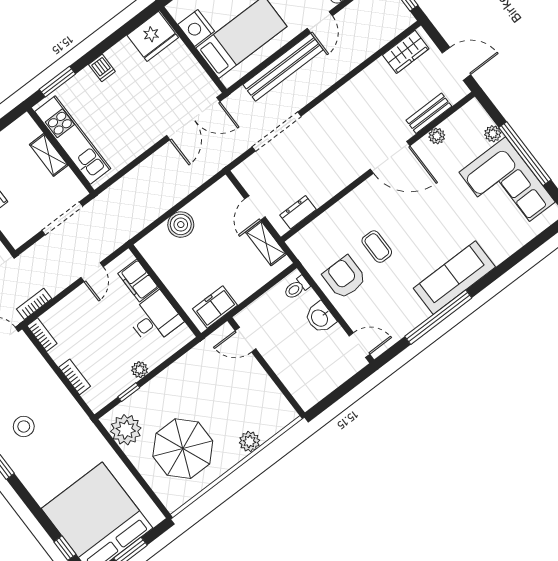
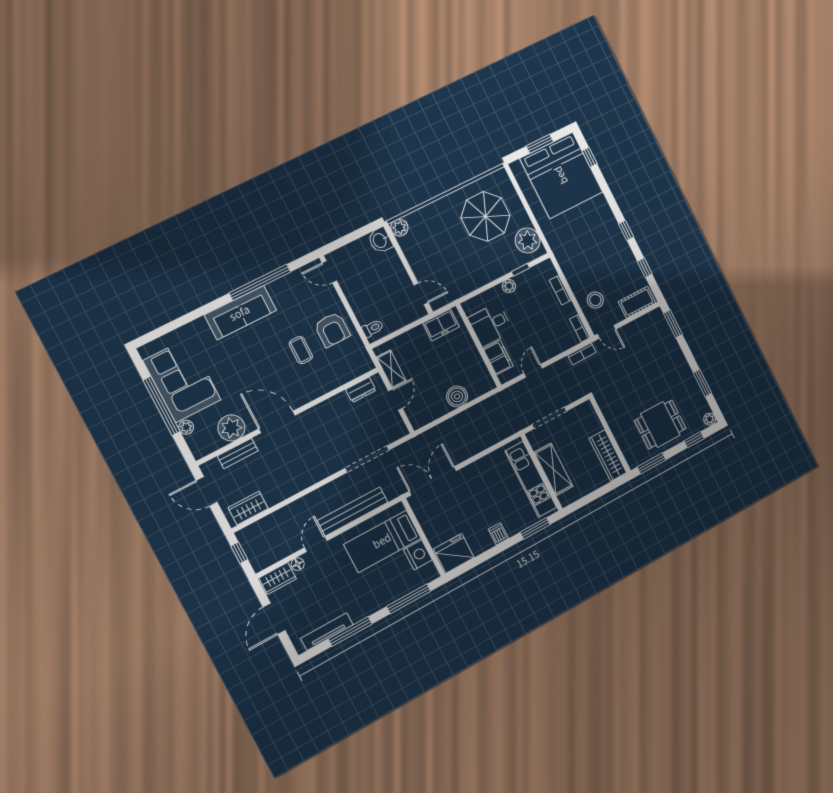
plant: (437, 136) -> (231, 428), width x1.88, depth x1.88
shelving: (49, 155) -> (554, 469), width x1.50, depth x1.33
washbasin: (320, 318) -> (380, 240), moved, turned 180
stool: (24, 426) -> (595, 300), moved
plant: (249, 442) -> (399, 228), moved

